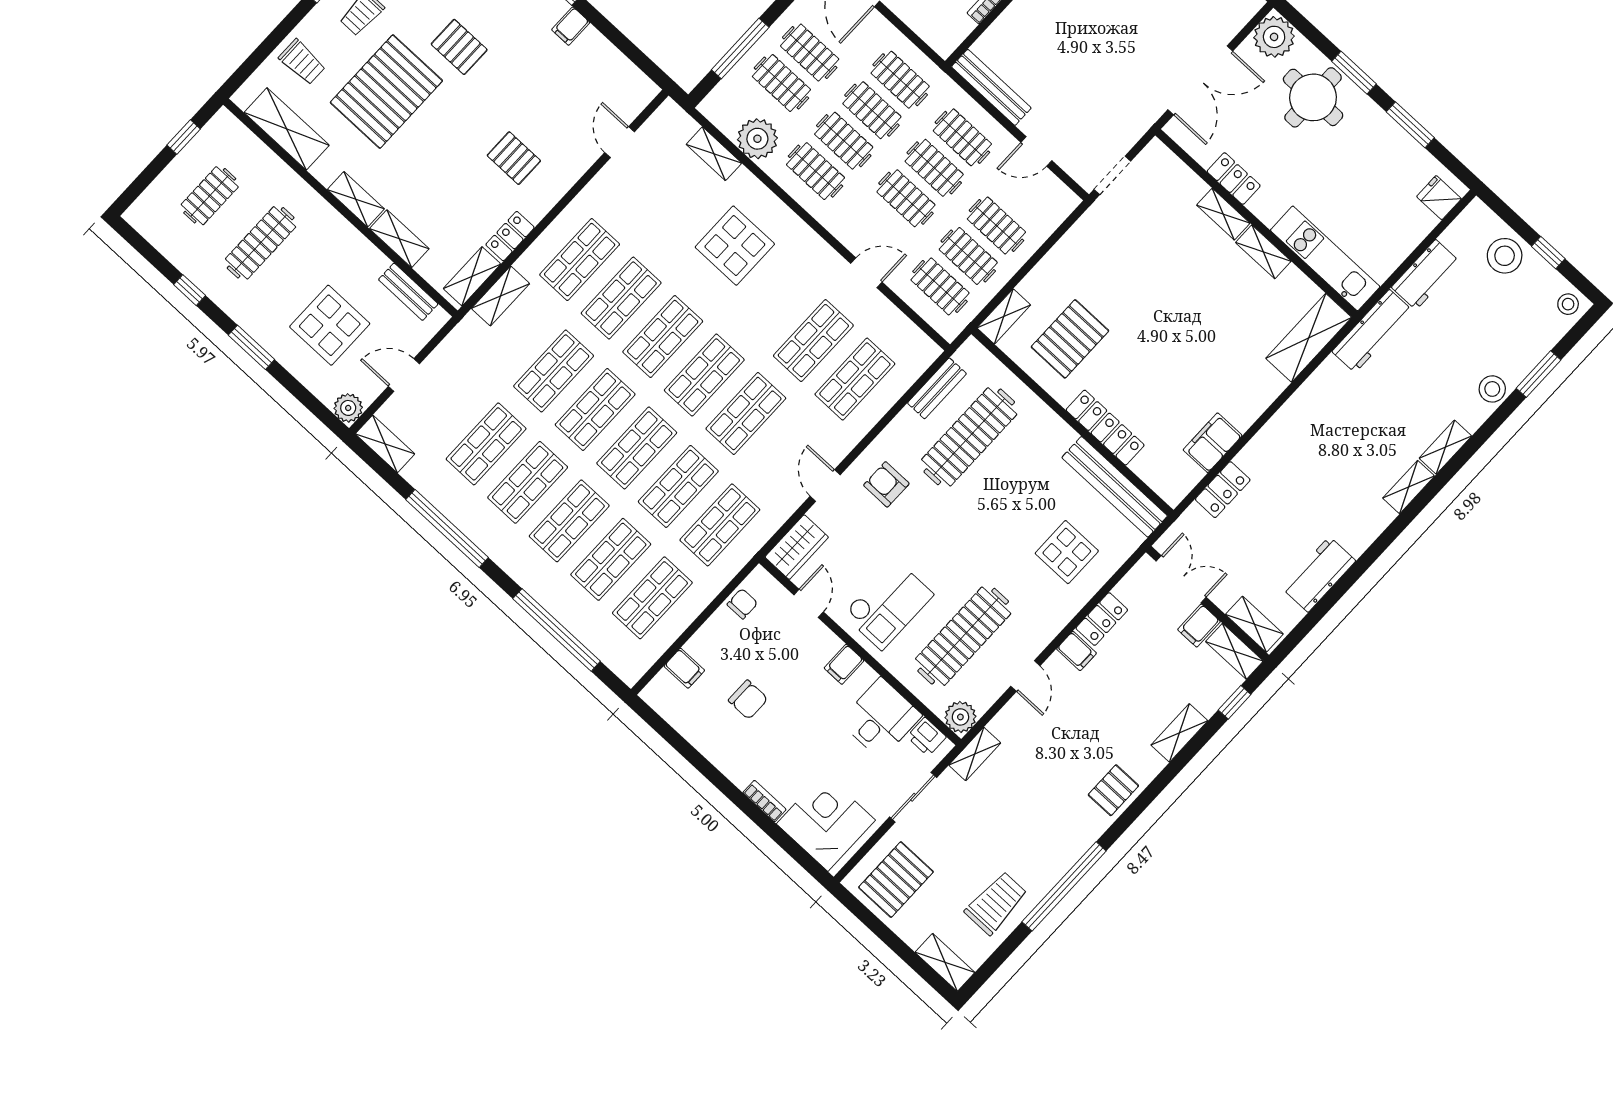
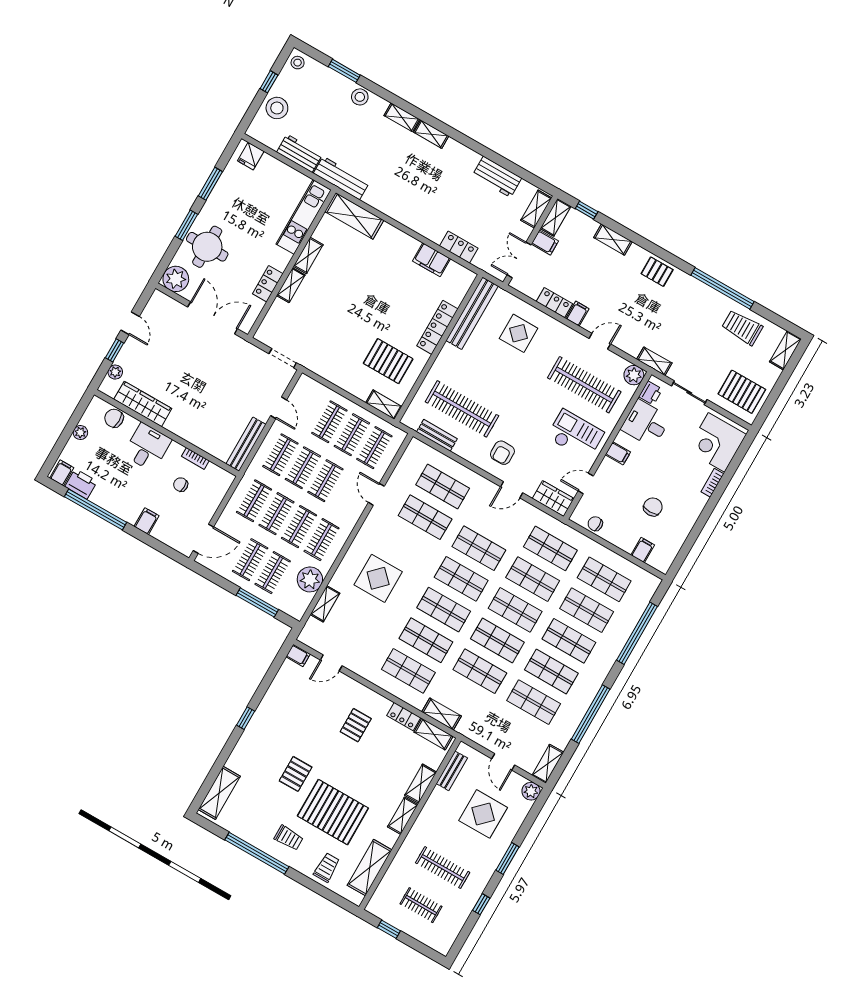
filing cabinet: (571, 26) -> (298, 655), moved

